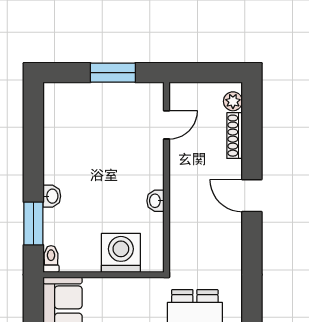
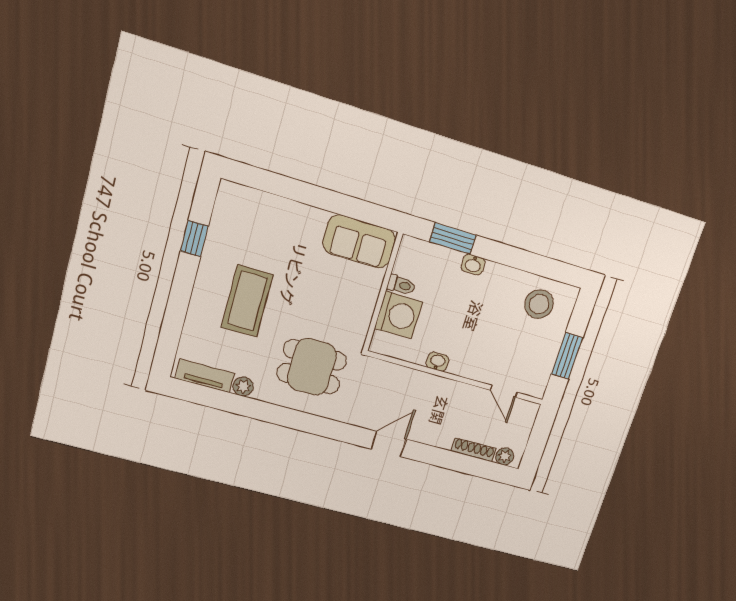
stool: (70, 119) -> (539, 304), added
door: (252, 196) -> (389, 444), moved
toilet: (51, 259) -> (401, 285), moved

